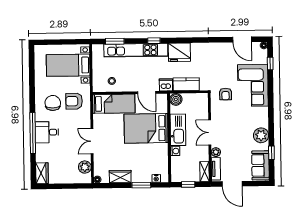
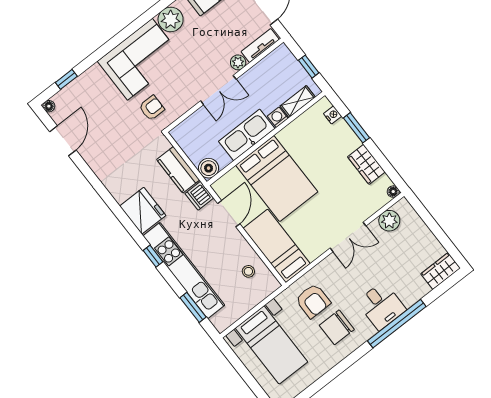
corner sofa: (253, 85) -> (140, 59), moved
shelving: (205, 171) -> (298, 102), moved

